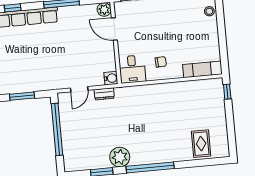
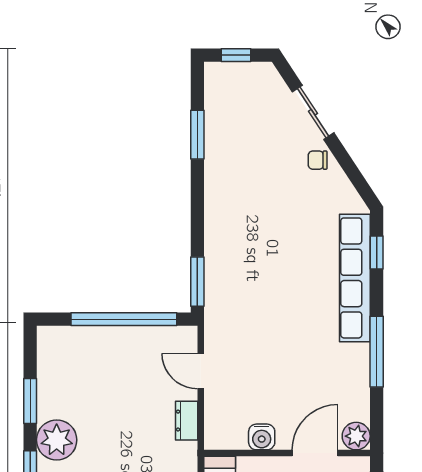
water cooler: (111, 78) -> (262, 437), moved
window: (22, 96) -> (197, 282), moved

